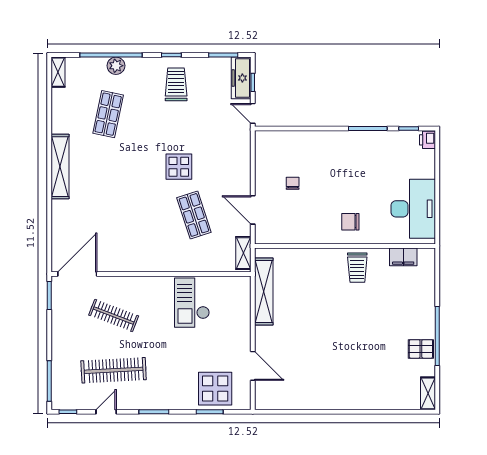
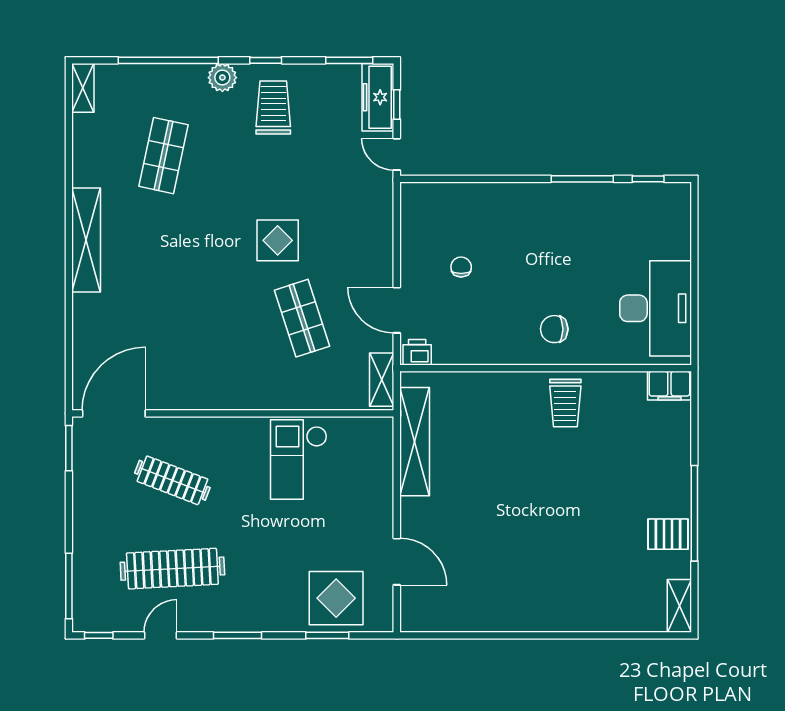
plant: (116, 66) -> (222, 78), moved
printer: (427, 140) -> (417, 352), moved, turned 90
filing cabinet: (403, 257) -> (669, 386), moved

